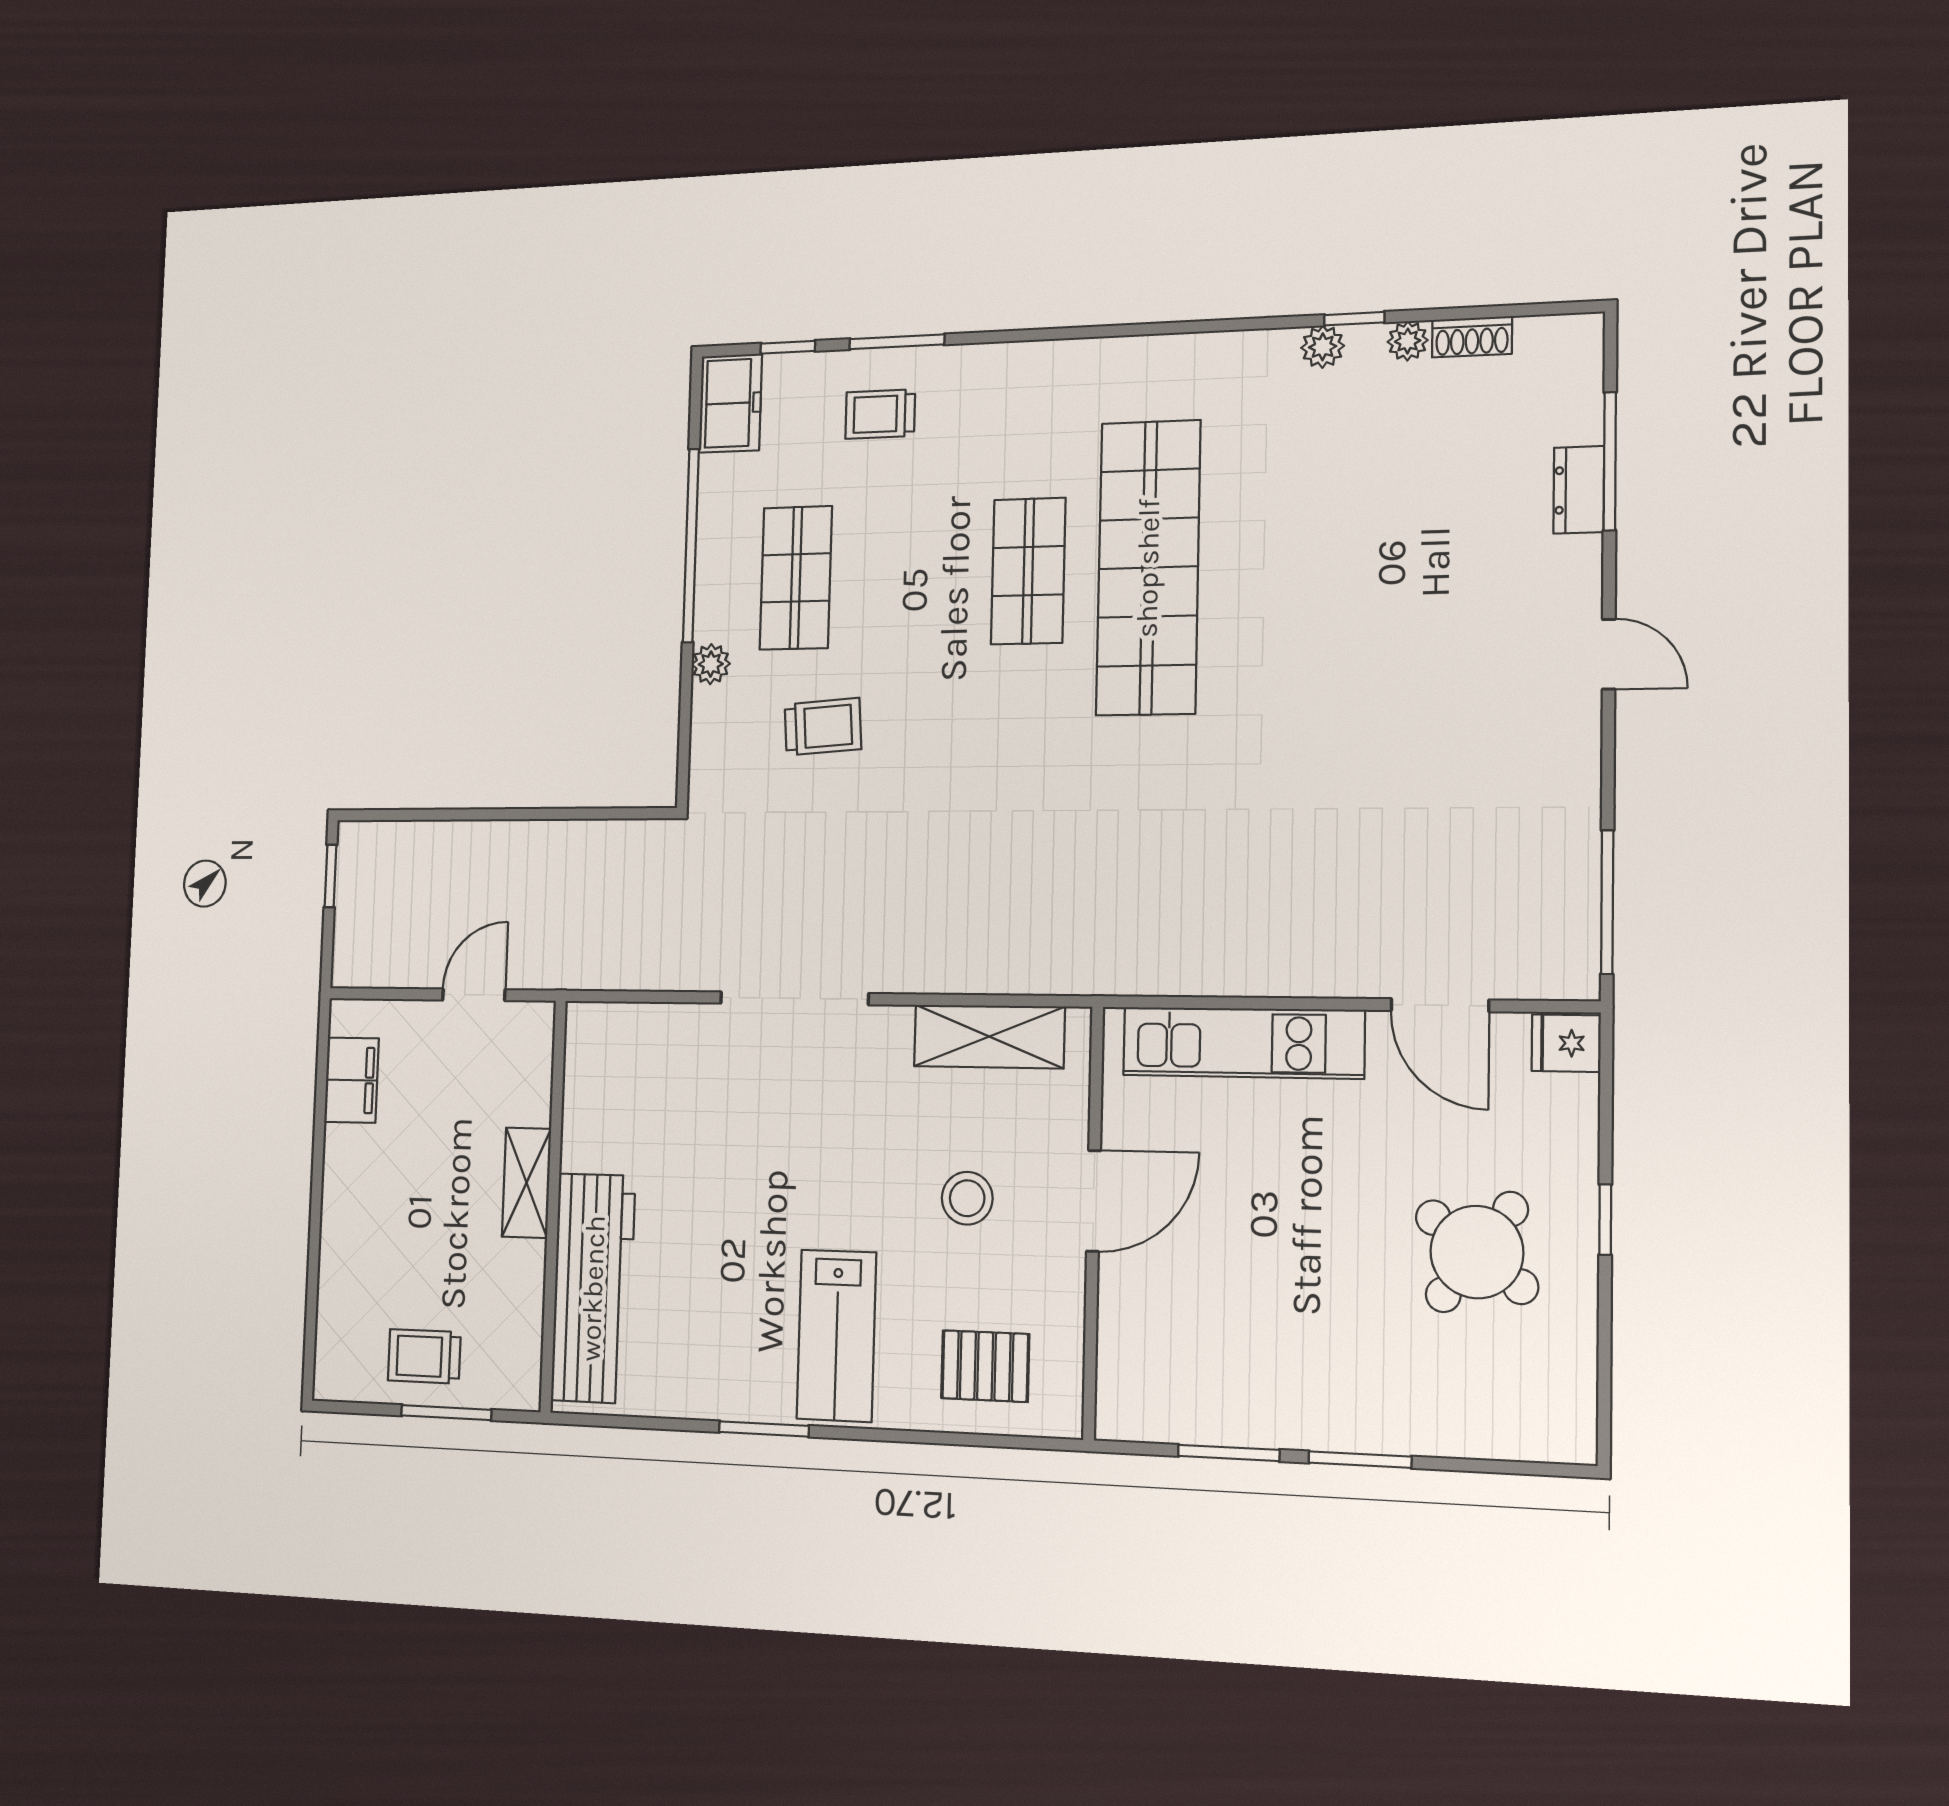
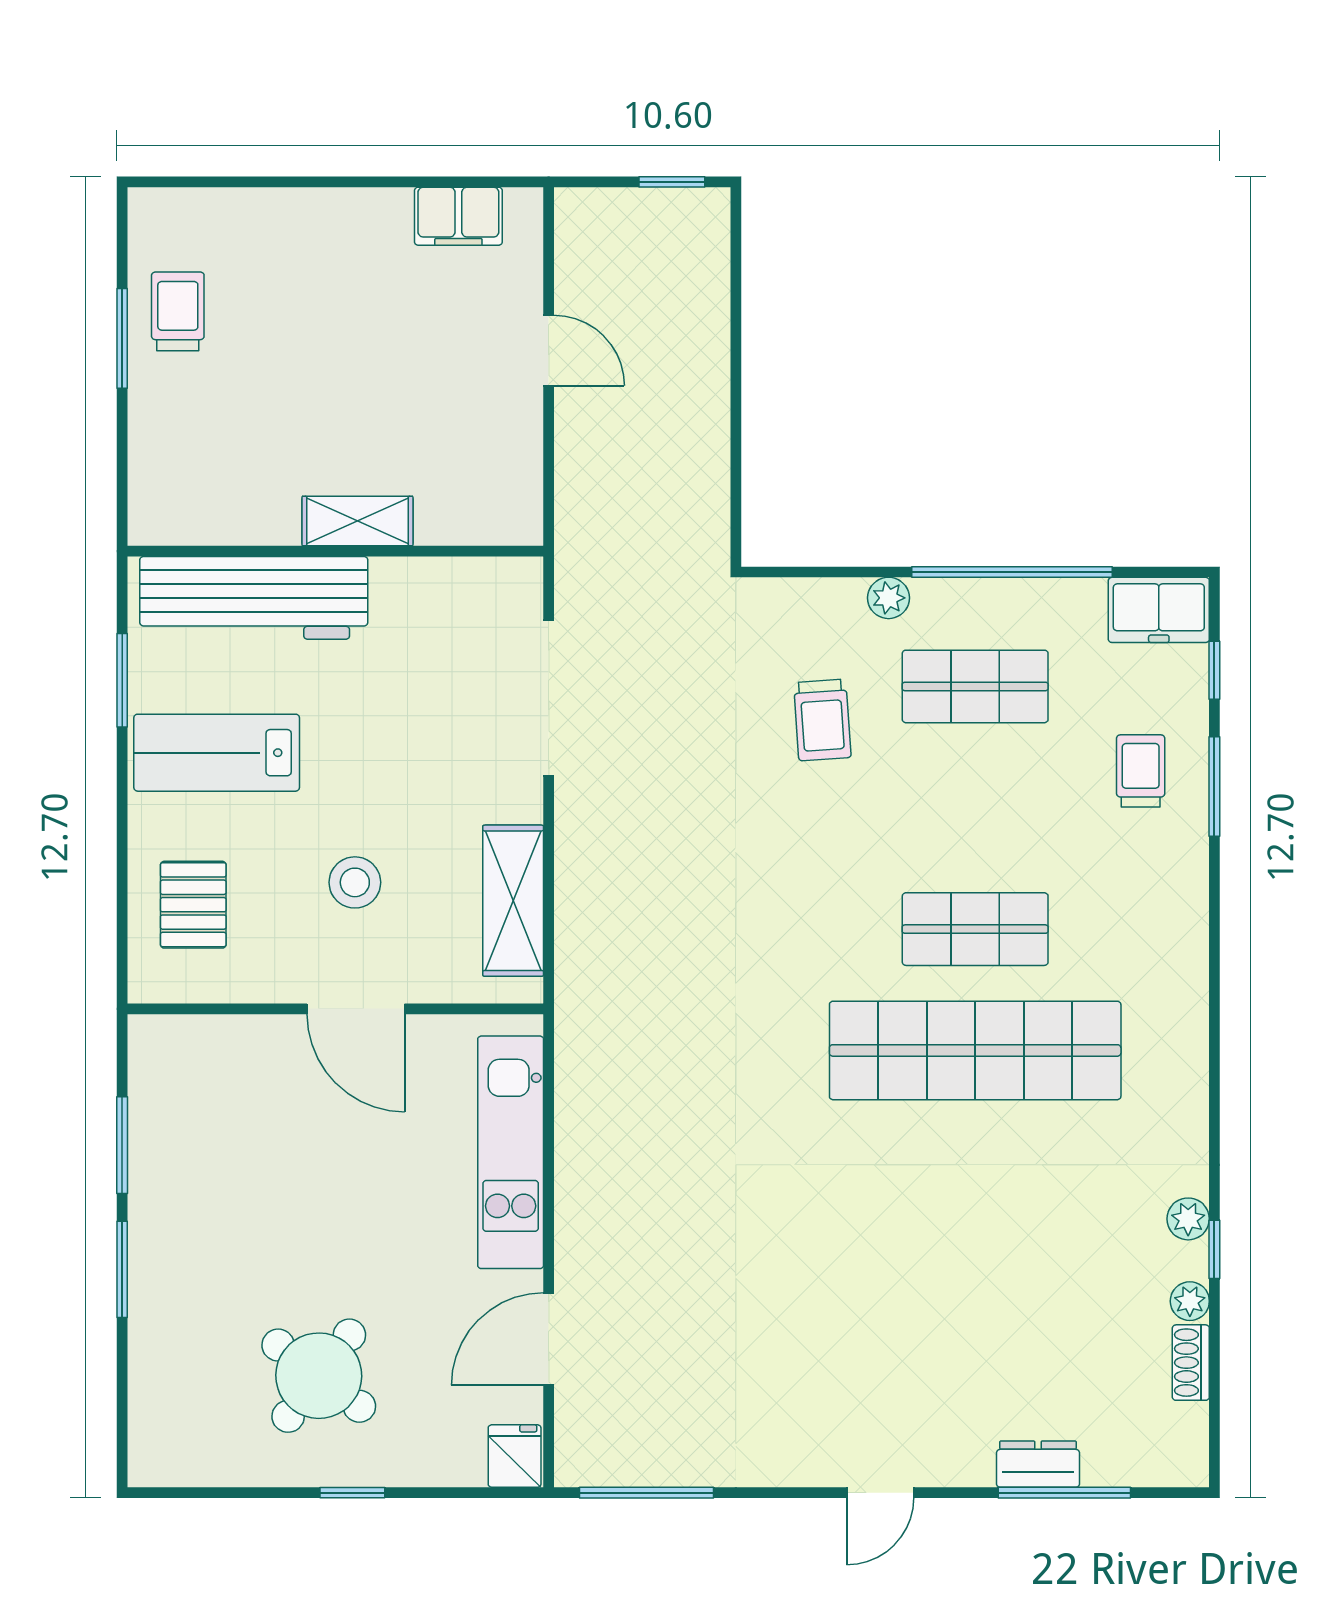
shelving: (527, 1183) -> (357, 521), moved
wall: (553, 1205) -> (335, 551), moved
workbench: (593, 1288) -> (254, 598), moved

